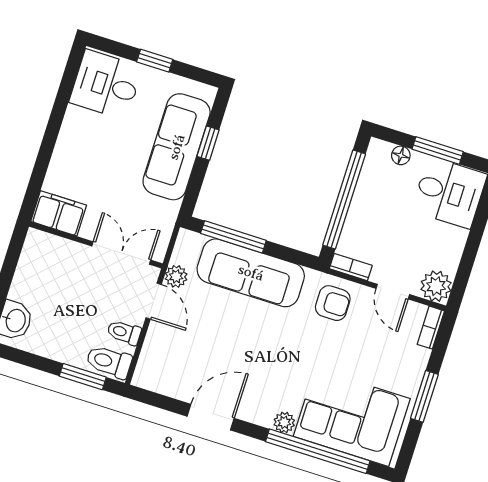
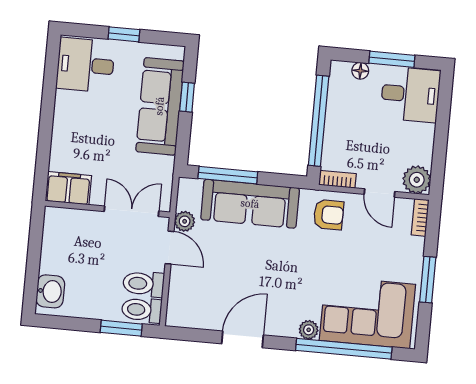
toilet: (124, 332) -> (143, 284), width x1.37, depth x1.39

